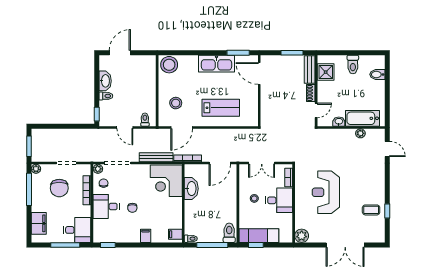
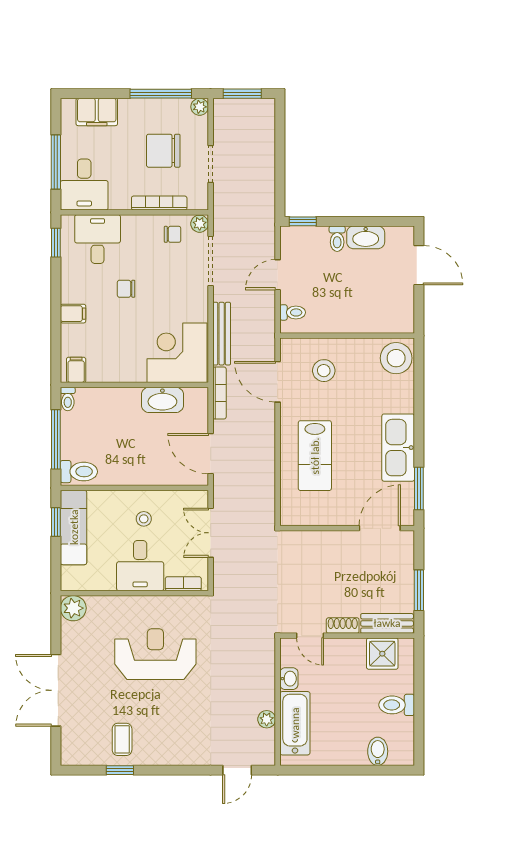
desk: (106, 207) -> (98, 239), moved

